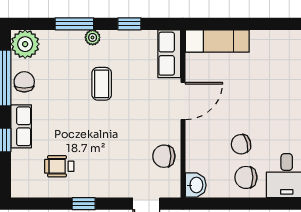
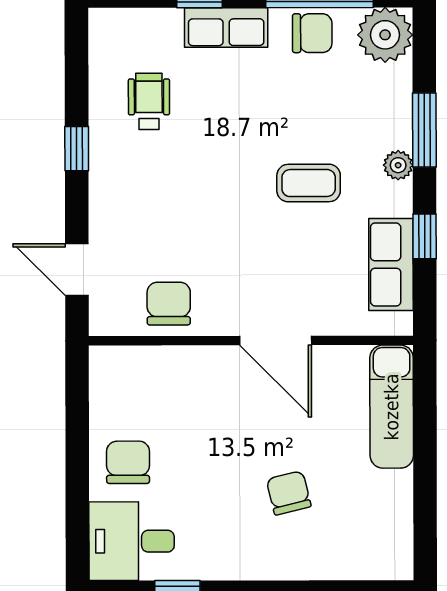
row of seats: (169, 54) -> (391, 264), moved, turned -90
chair: (241, 144) -> (289, 493), moved
washbasin: (196, 185) -> (113, 365), removed

